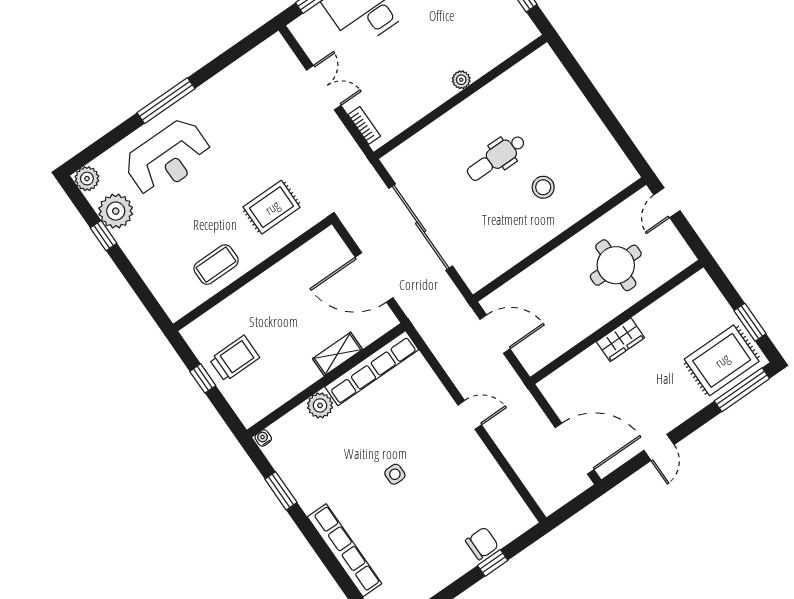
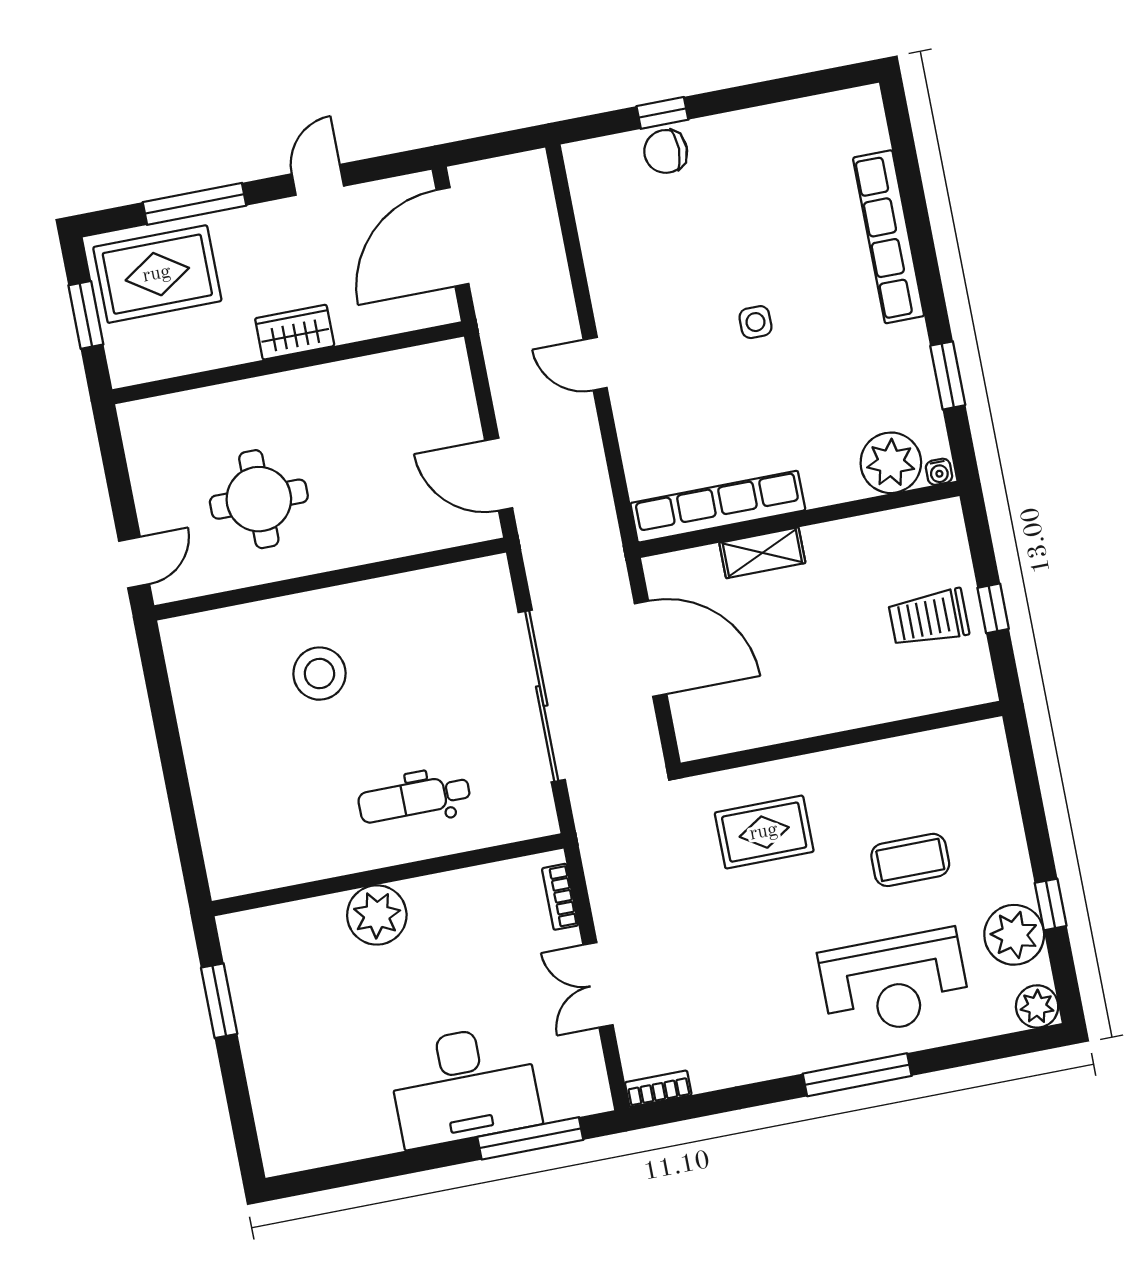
bookcase: (268, 47) -> (658, 1089), added
plant: (461, 80) -> (377, 915), width x1.88, depth x1.88
reception desk: (168, 158) -> (894, 983), turned 180
dental chair: (496, 158) -> (414, 798), moved, turned 180
stool: (543, 187) -> (319, 674), width x1.38, depth x1.38
coffee table: (216, 265) -> (910, 860), moved
wall: (617, 322) -> (288, 363), moved
wardrobe: (620, 340) -> (295, 332), moved
window: (742, 390) -> (194, 204), moved
plant: (320, 405) -> (891, 463), moved, width x1.36, depth x1.36
door: (575, 449) -> (452, 237), hinge flipped

